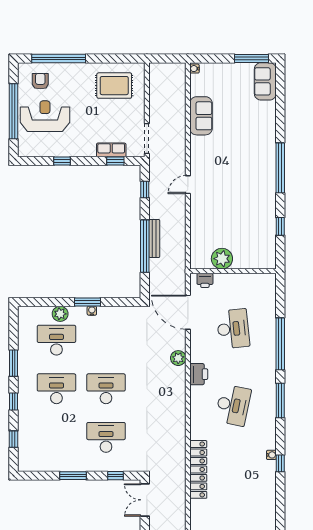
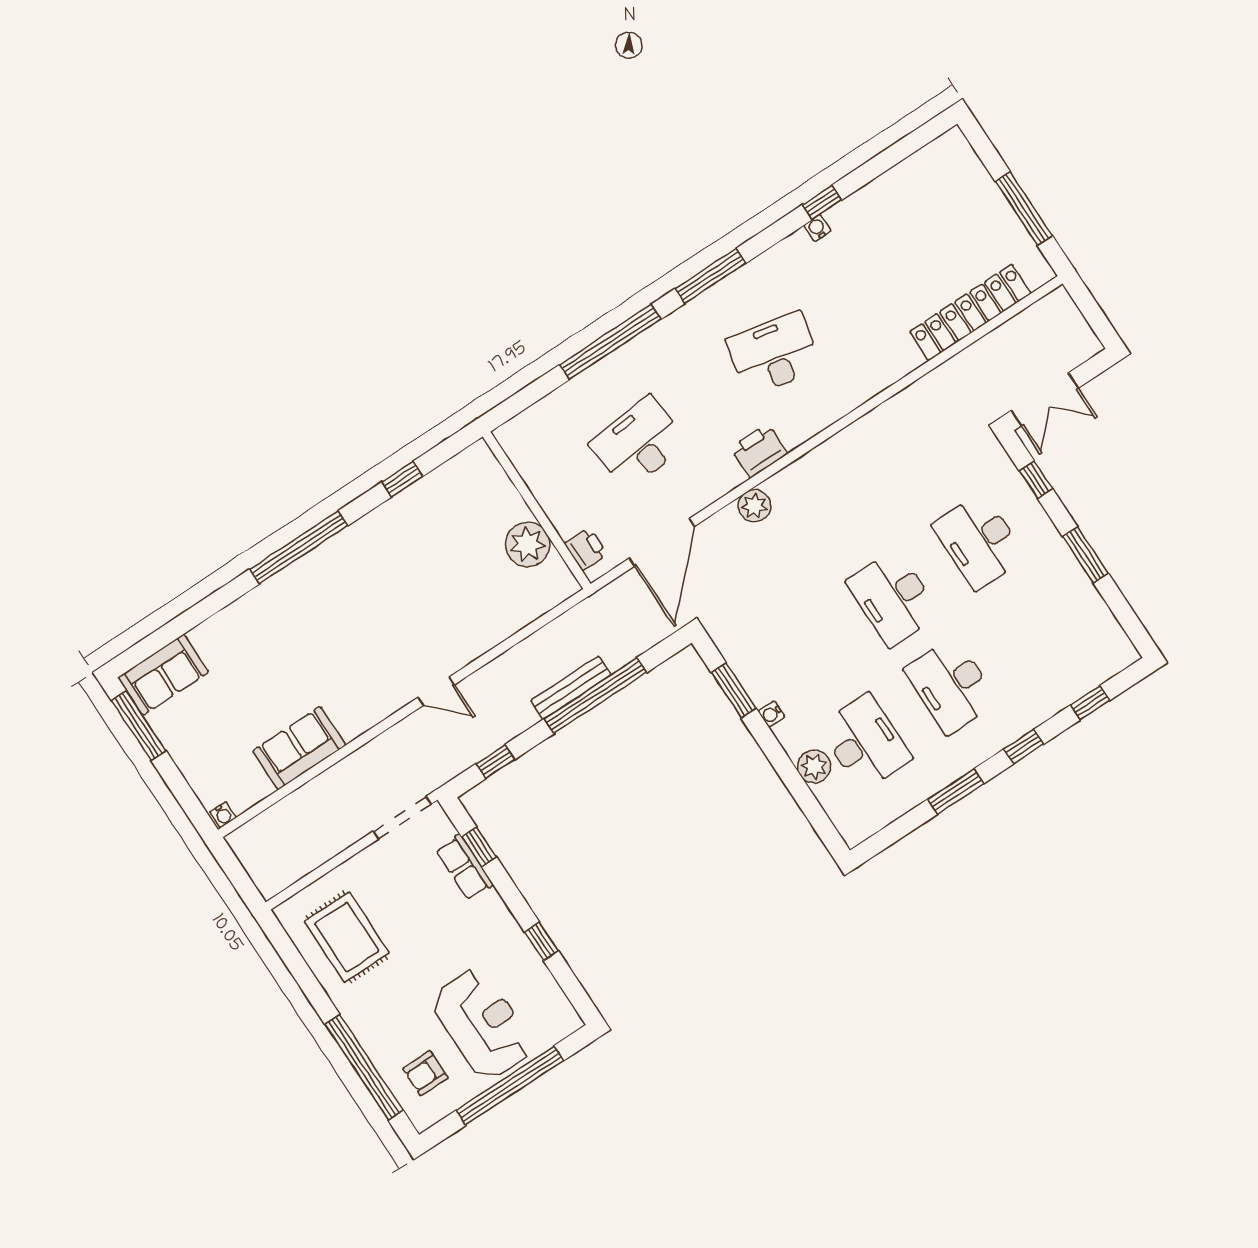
reception desk: (45, 116) -> (482, 1024), turned 180
window: (87, 302) -> (734, 690), moved
desk: (56, 340) -> (865, 742), turned 180
locker: (198, 469) -> (970, 312), moved

